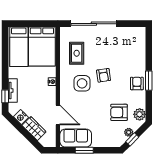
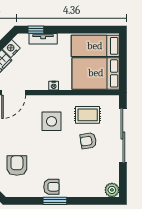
armchair: (103, 75) -> (88, 141), moved
plant: (140, 114) -> (112, 190), moved

